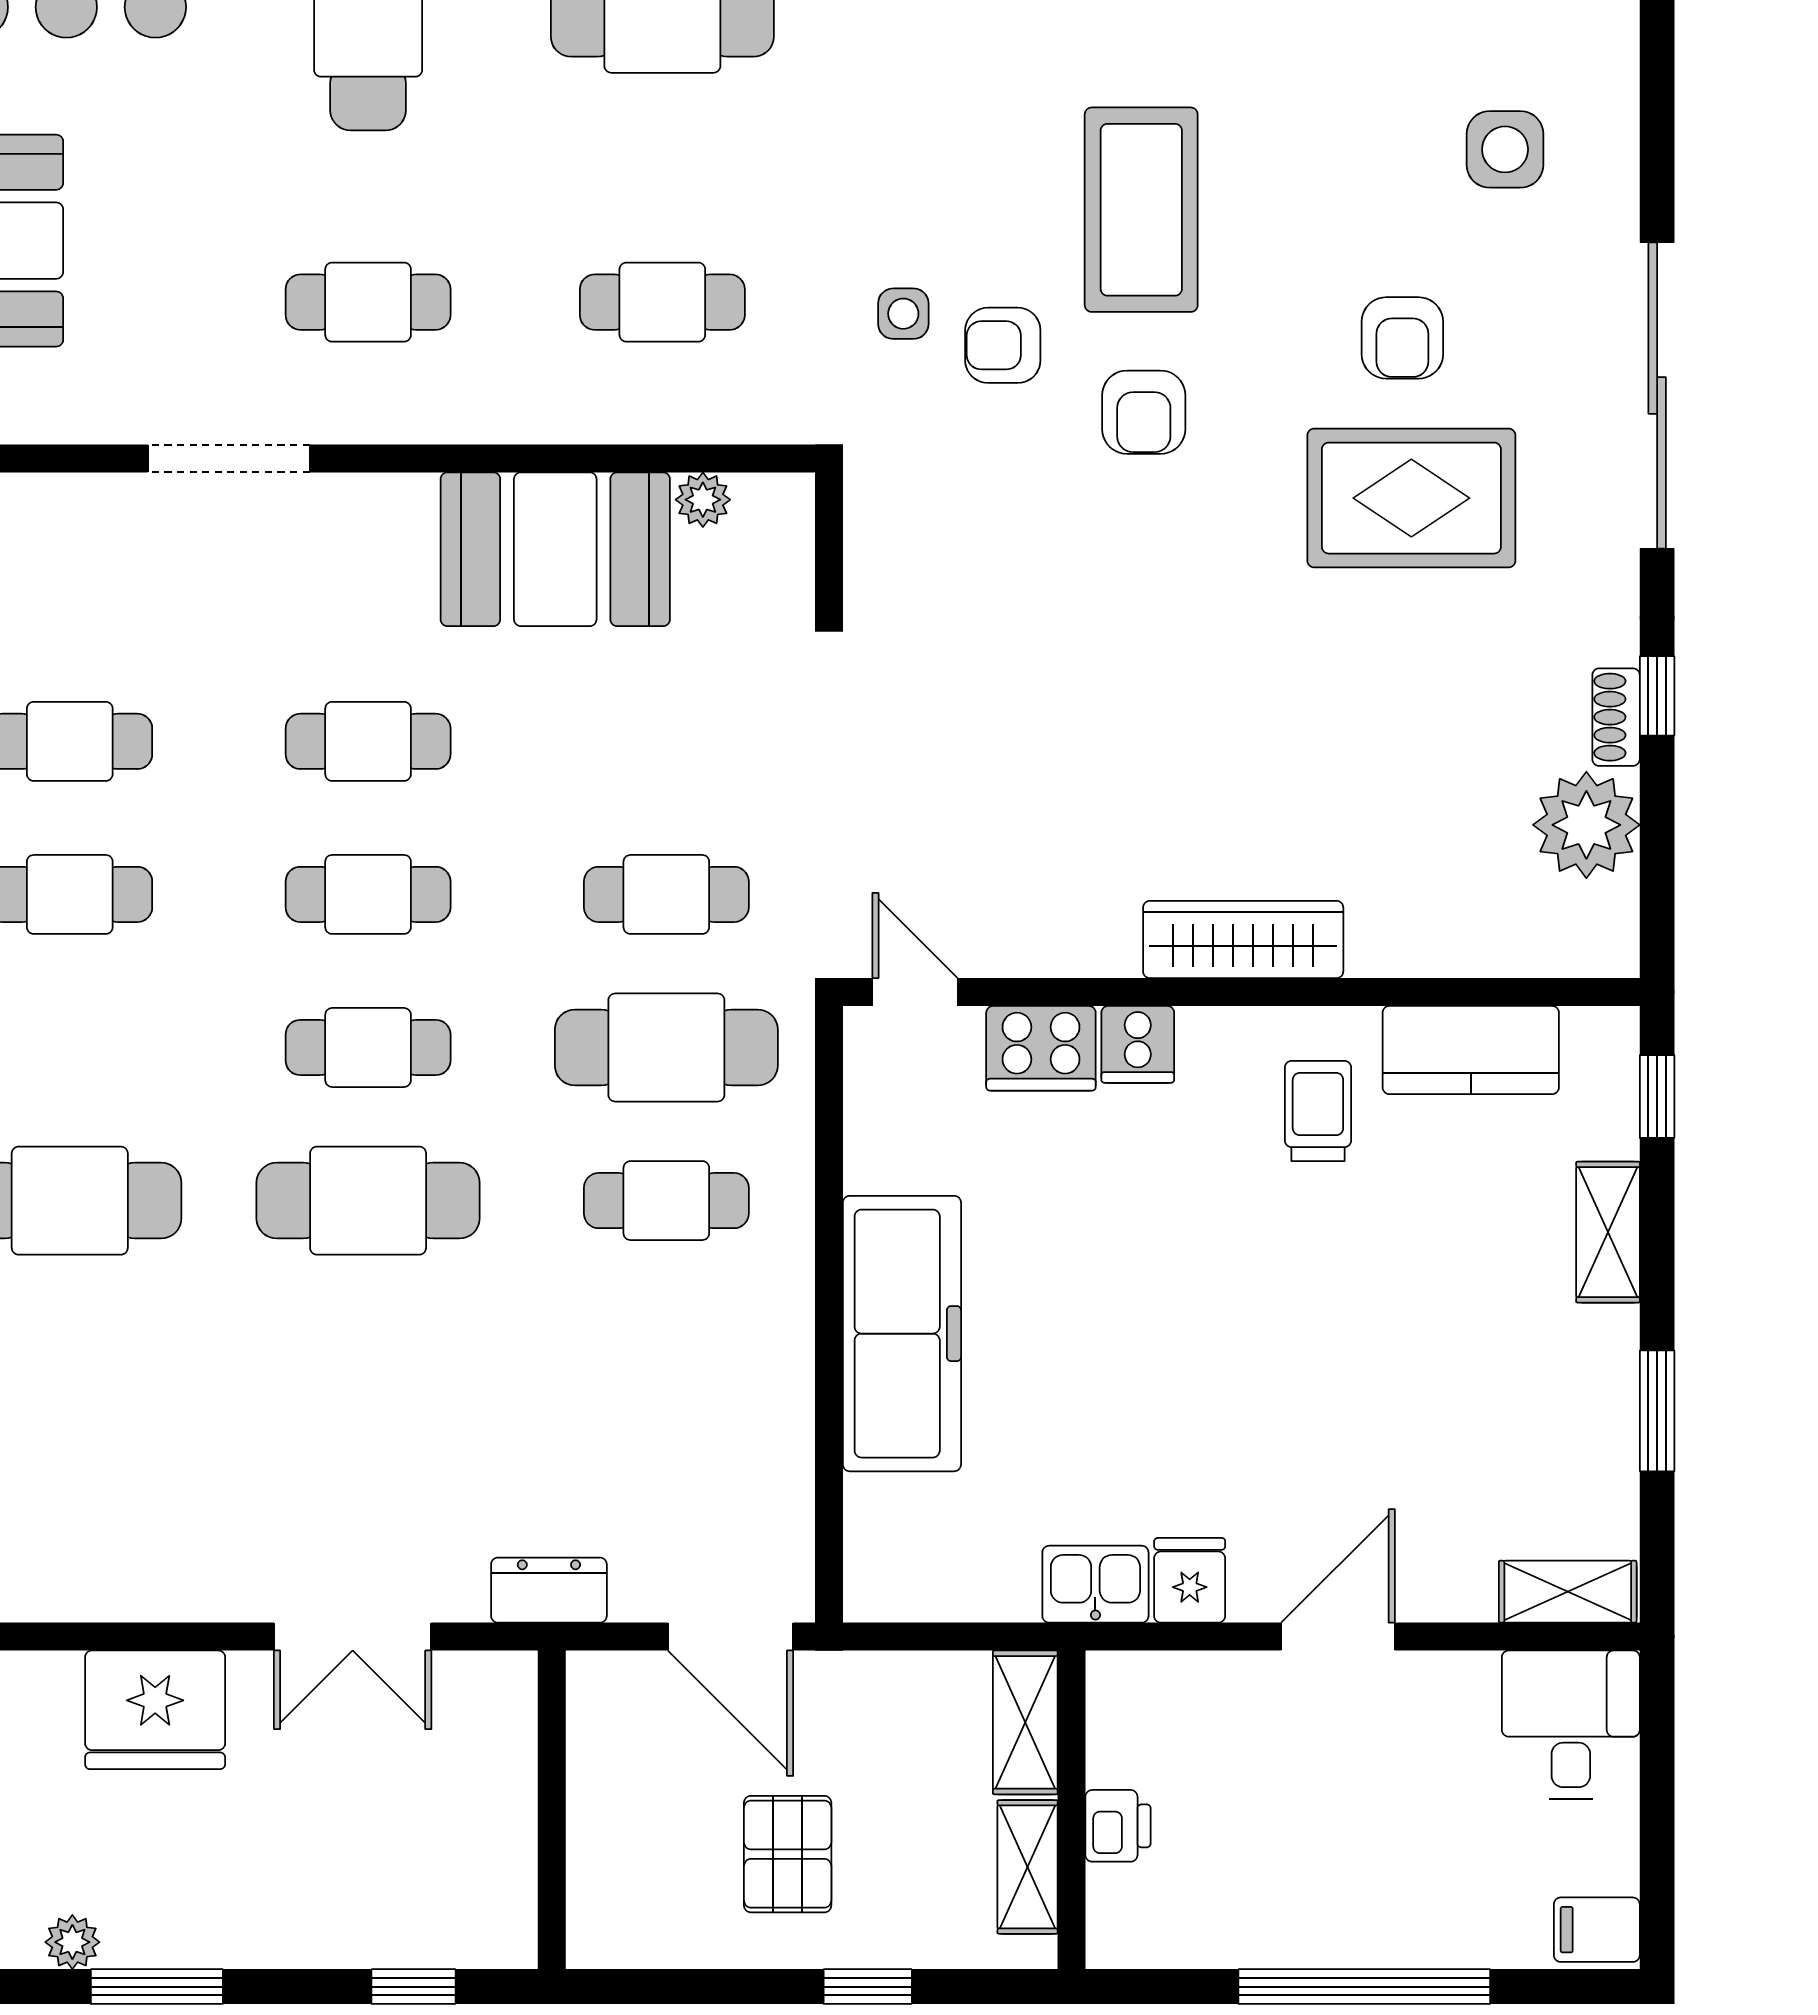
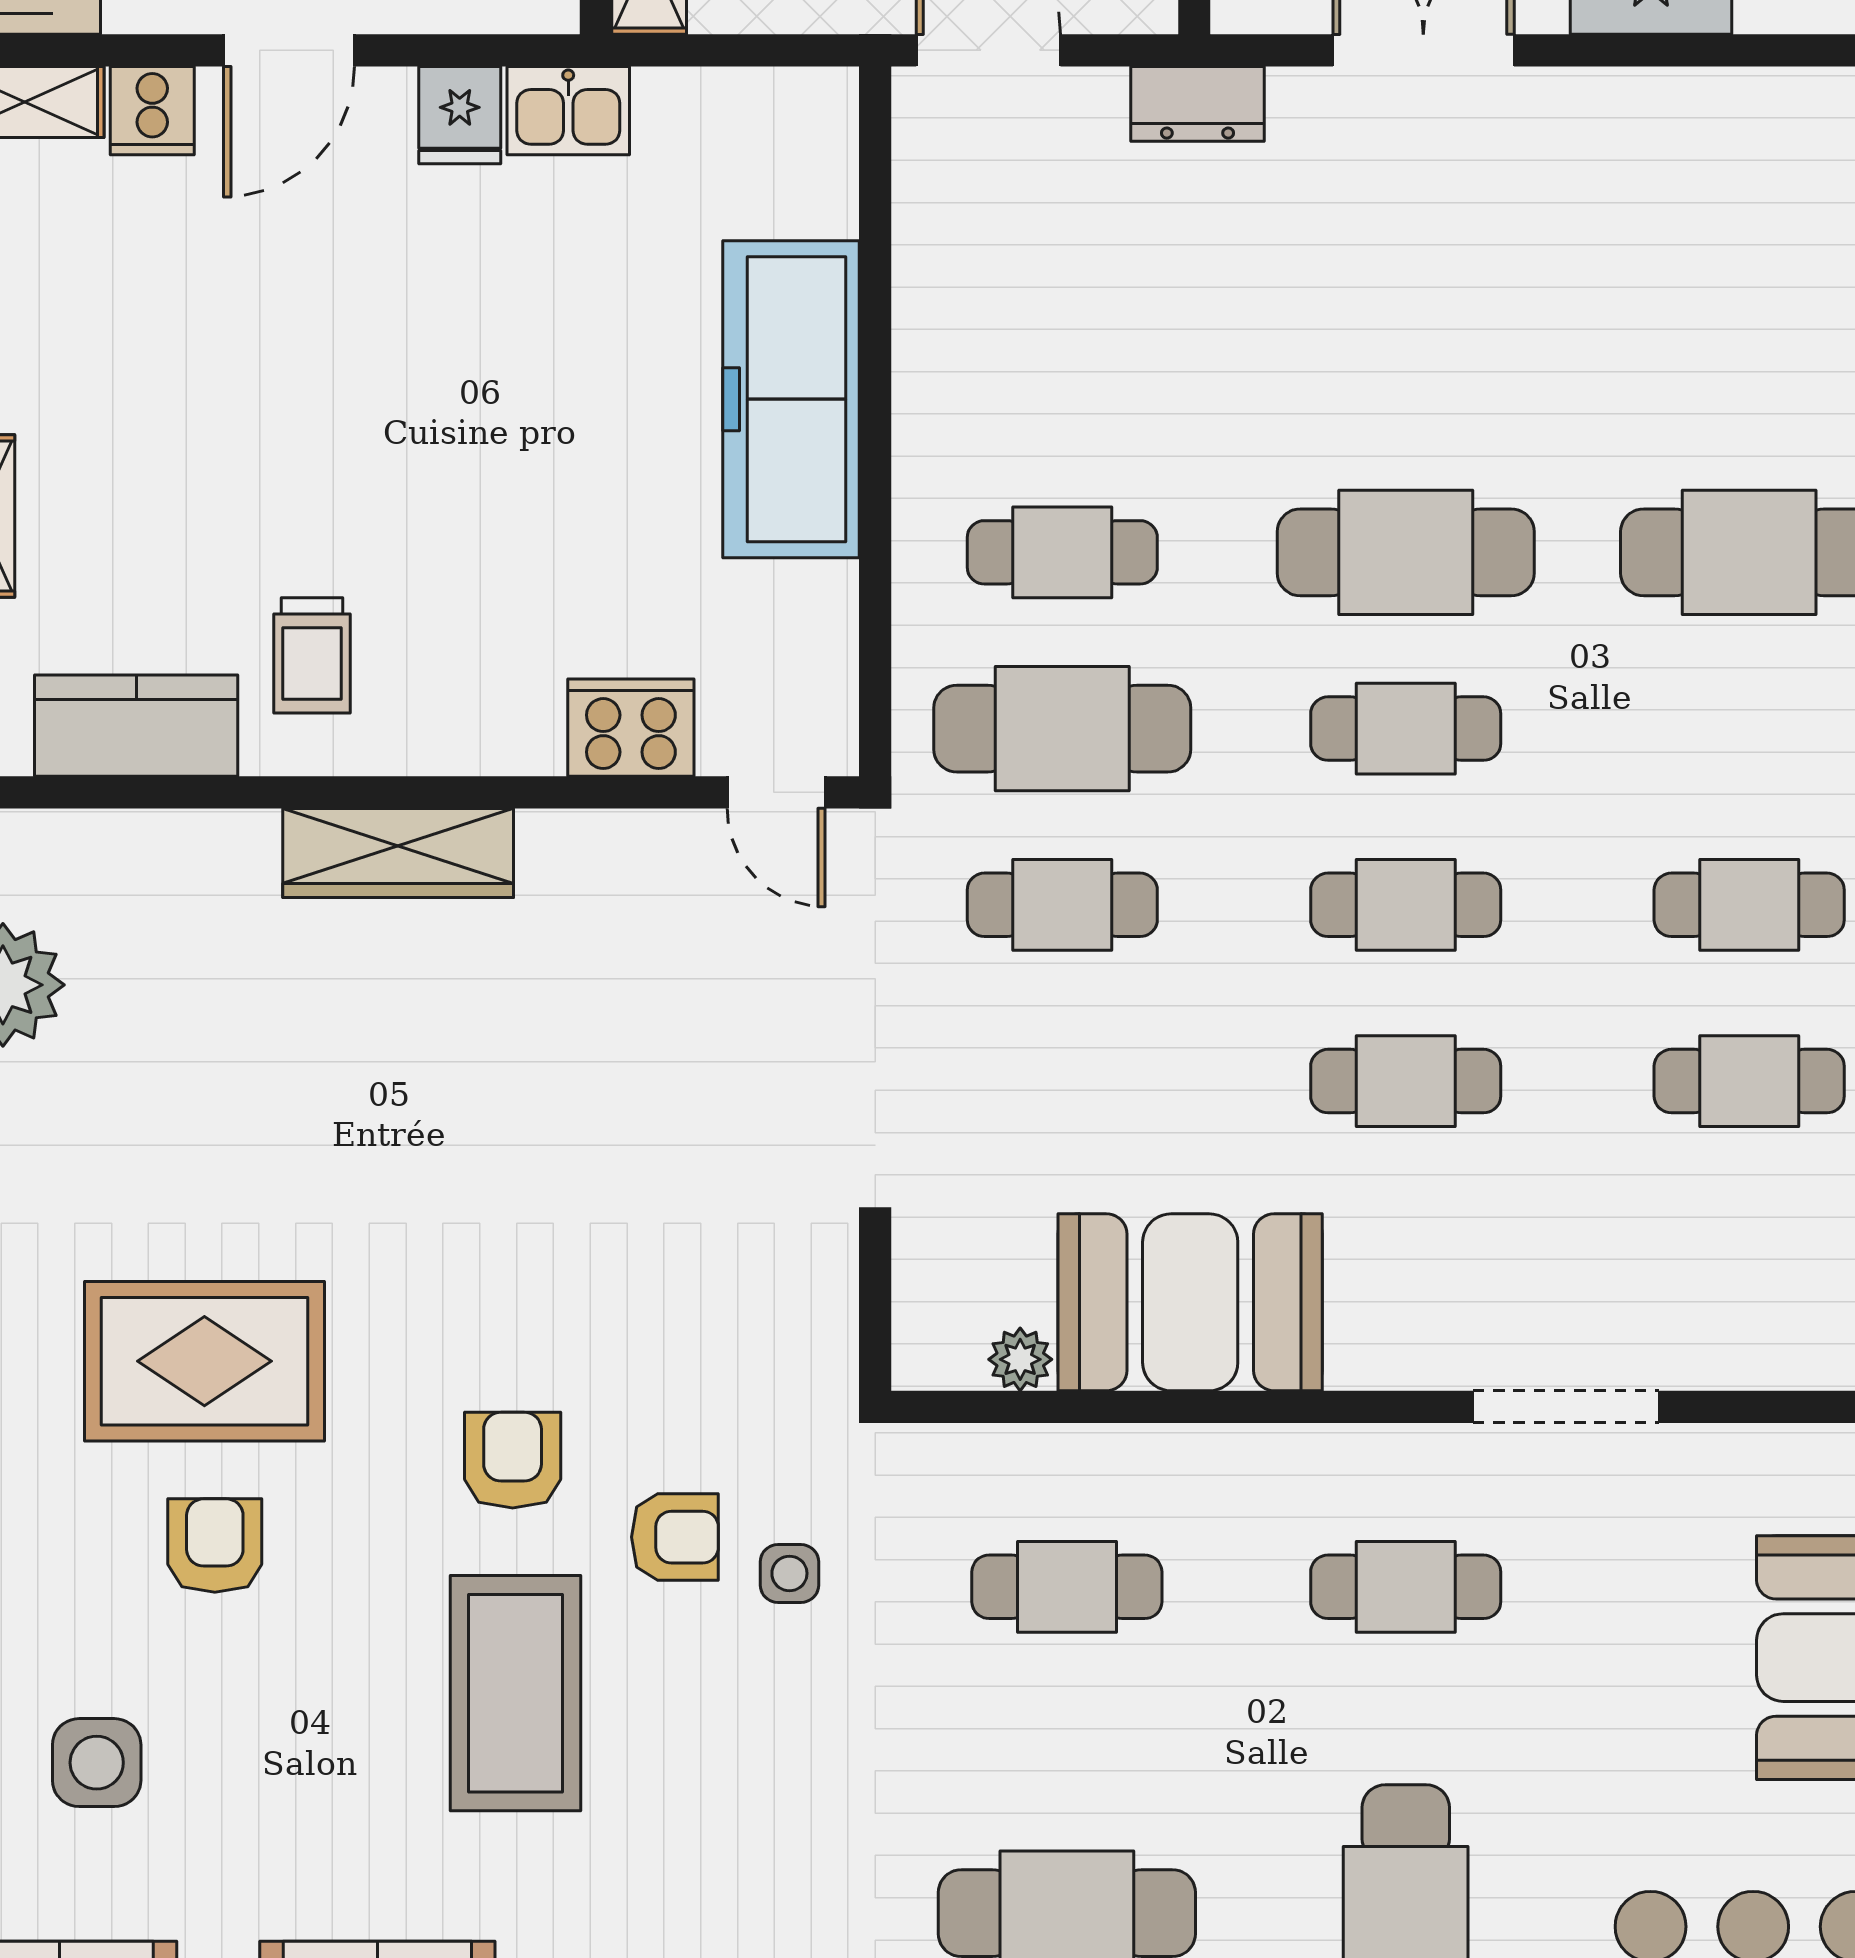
cooker: (1138, 1044) -> (152, 111), moved, turned 180

